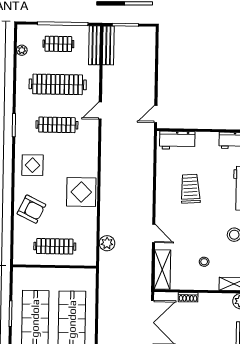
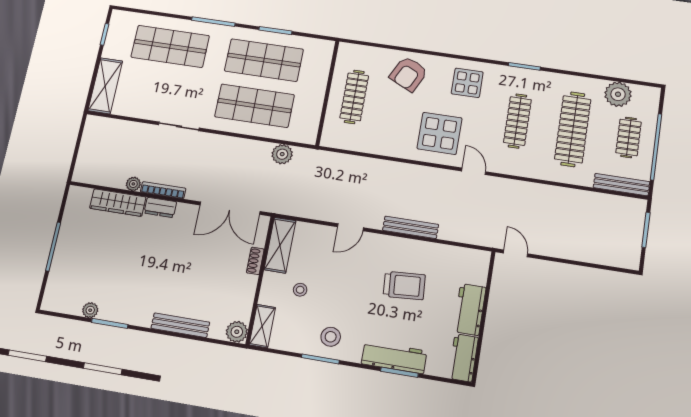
bench: (108, 45) -> (411, 227), moved
plant: (22, 50) -> (618, 94), width x1.88, depth x1.88
door: (100, 111) -> (474, 171), moved
workbench: (177, 140) -> (470, 309), moved
display table: (81, 192) -> (440, 133), moved
plant: (107, 243) -> (282, 154), moved
shelving: (162, 270) -> (280, 245), moved, turned 90

